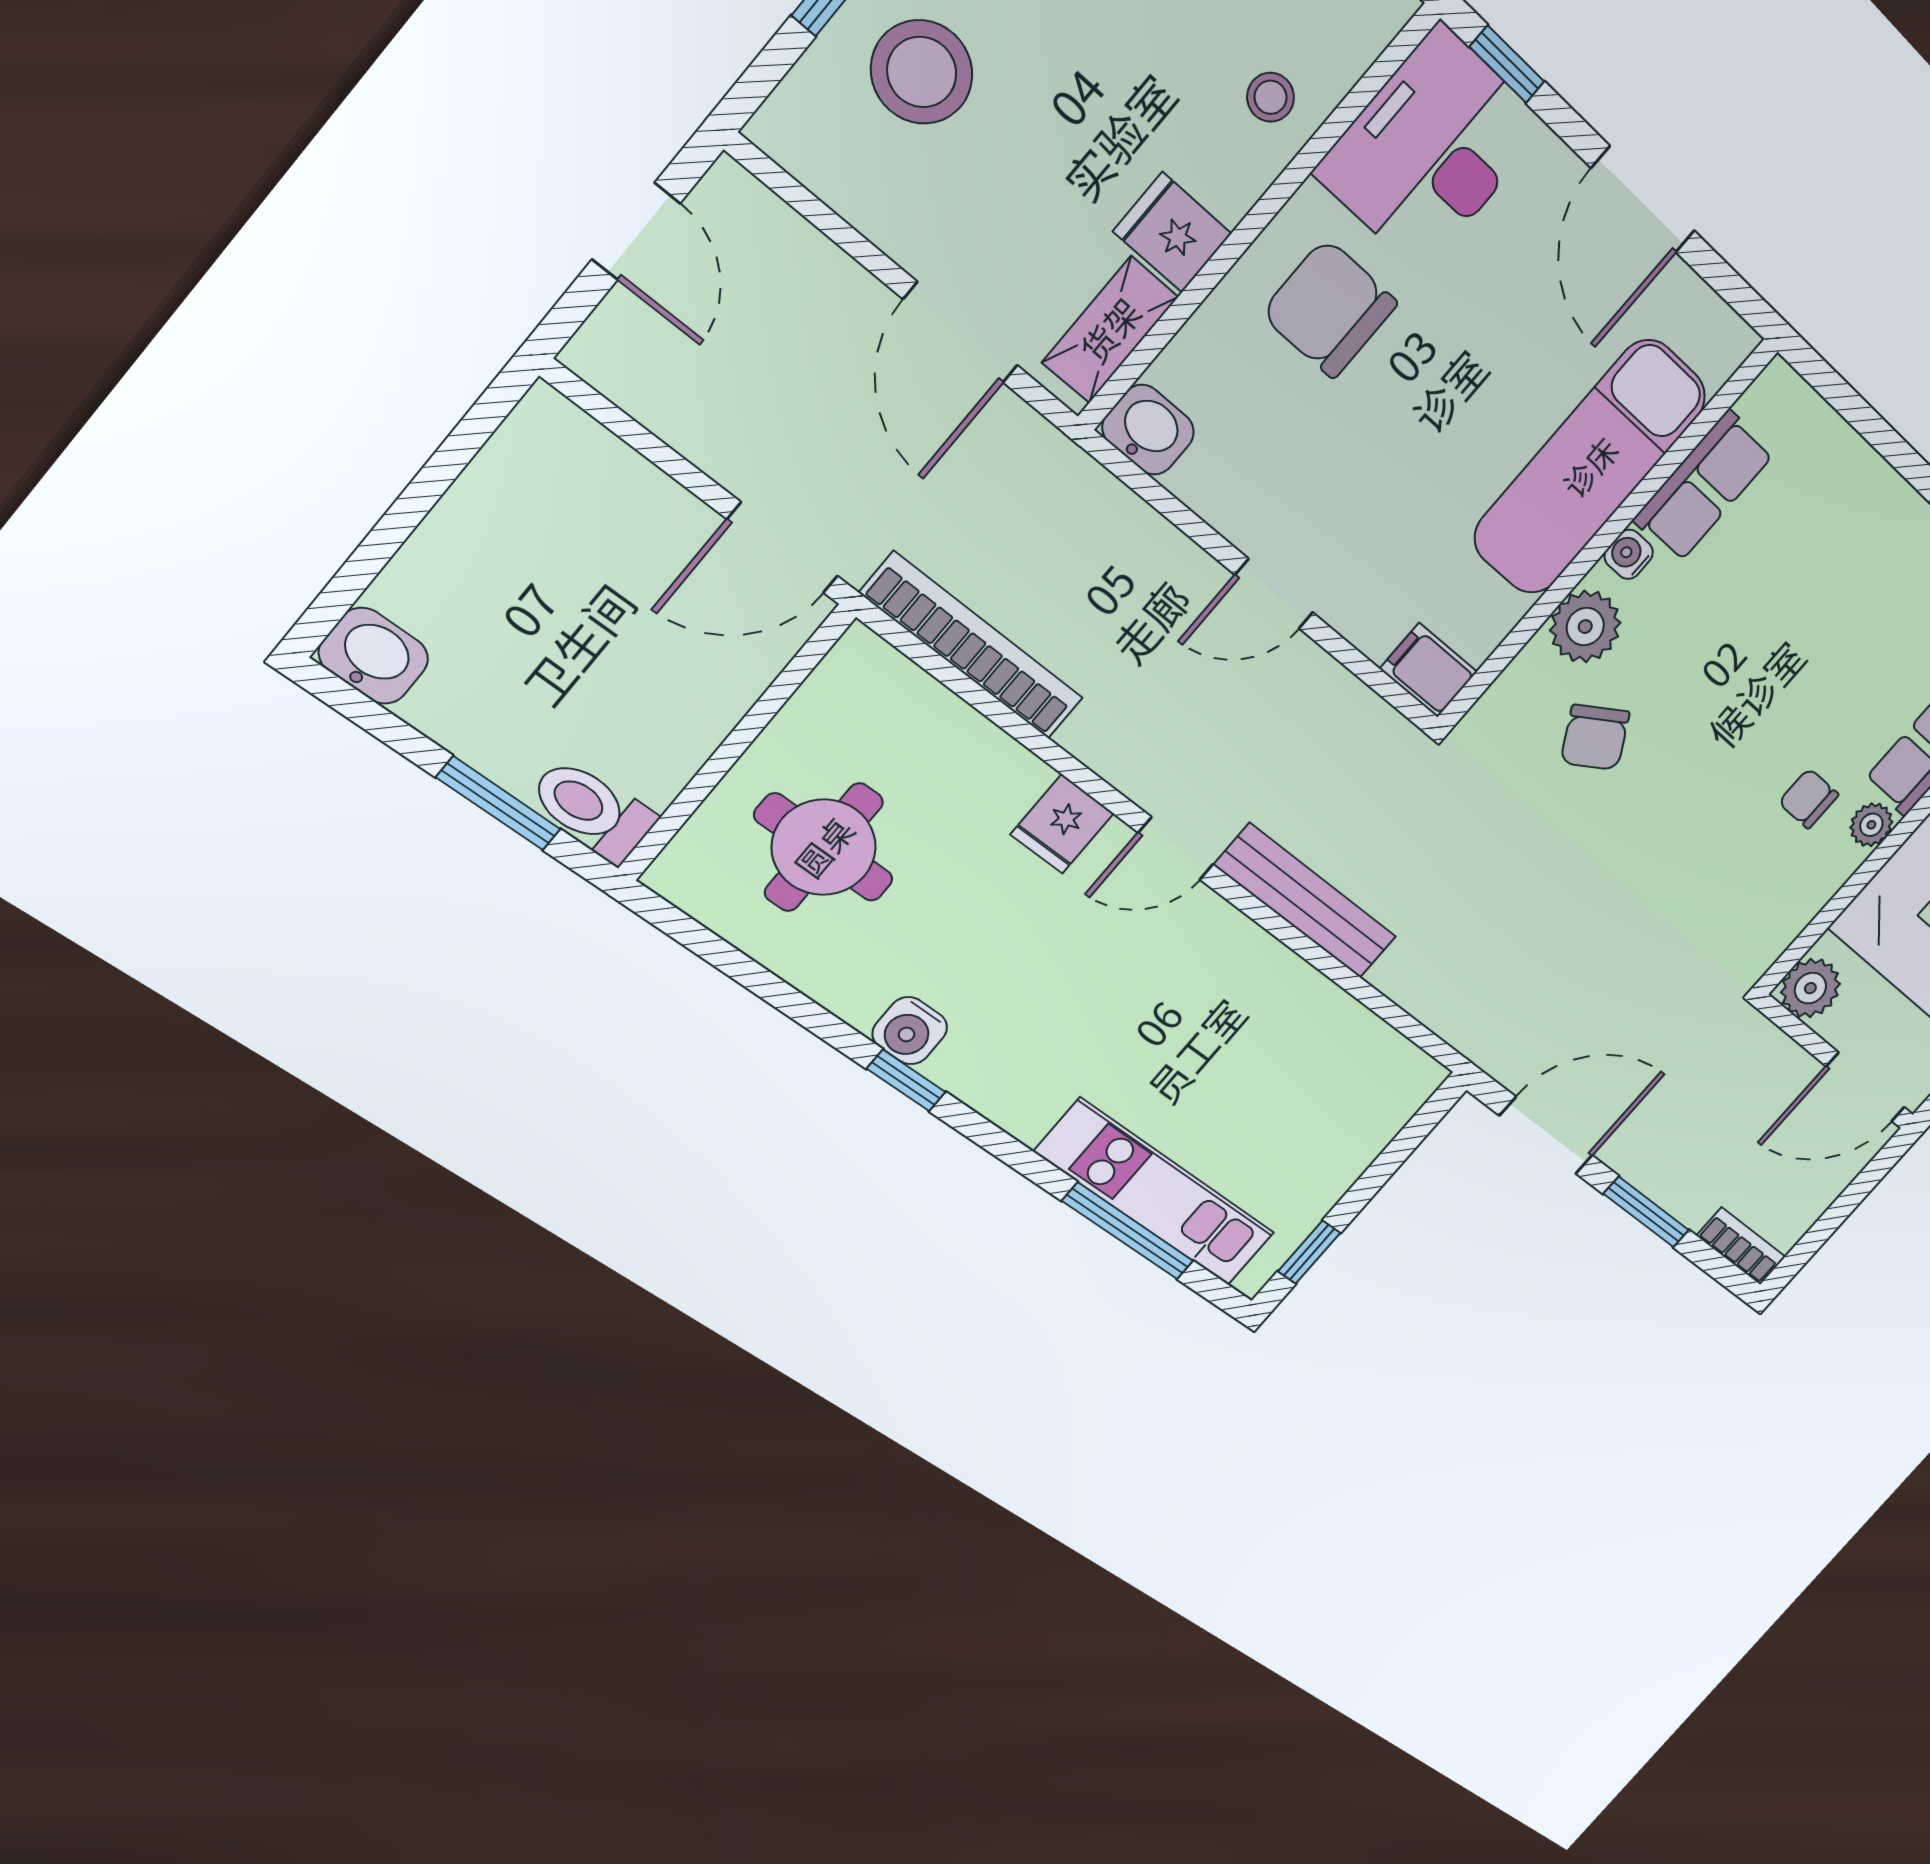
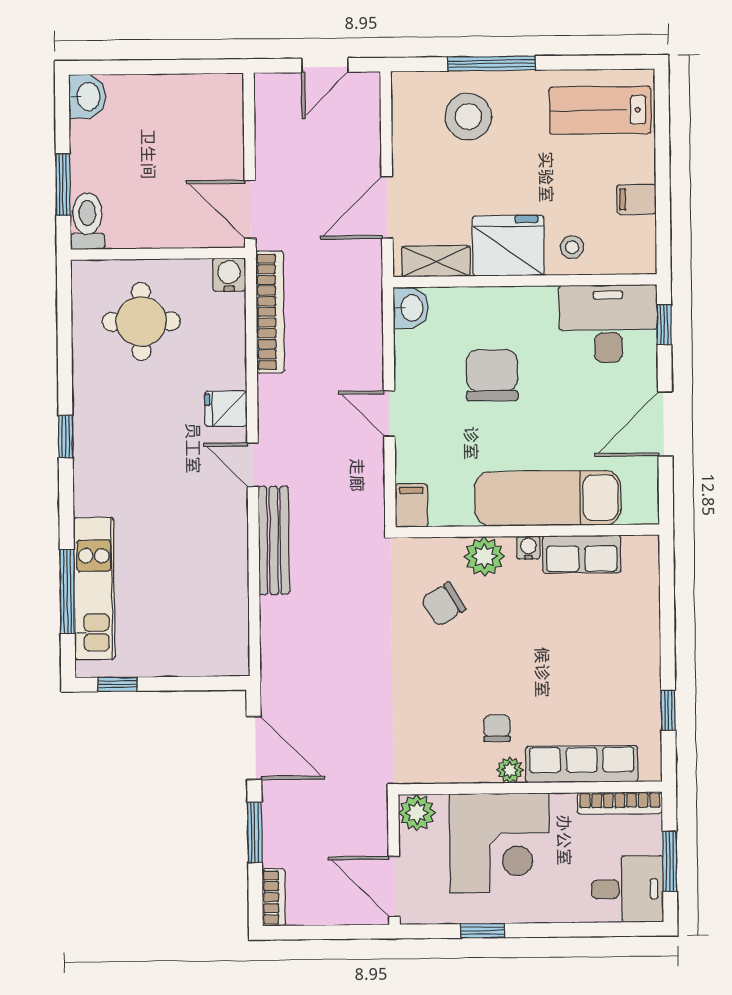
fridge: (1172, 232) -> (508, 246), width x1.88, depth x1.34
chair: (1329, 308) -> (492, 375), moved
water cooler: (910, 1031) -> (229, 275), moved, turned 90

